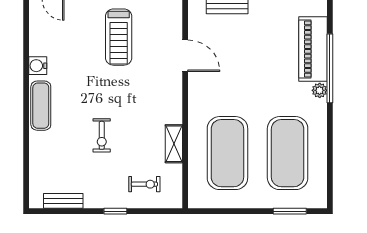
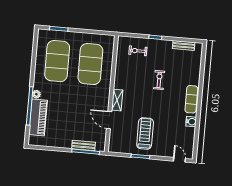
shelving: (174, 144) -> (117, 100), moved

